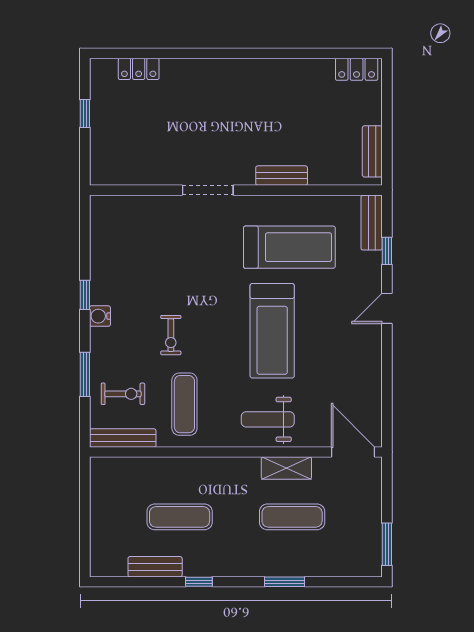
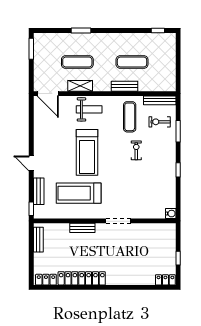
locker: (139, 69) -> (165, 280), moved
locker: (283, 72) -> (82, 278), added
bench: (372, 223) -> (39, 191), moved
window: (387, 251) -> (31, 209), moved
door: (387, 308) -> (31, 163), swing flipped
water cooler: (100, 316) -> (171, 214), moved
treadmill: (272, 331) -> (87, 152), turned 180
bench: (155, 567) -> (125, 86), moved
window: (199, 582) -> (158, 30), moved

